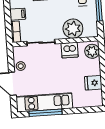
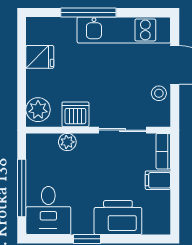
plant: (73, 29) -> (67, 142), width x0.53, depth x0.53
window: (45, 113) -> (88, 13), moved

